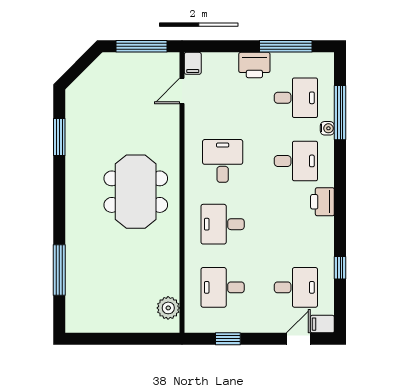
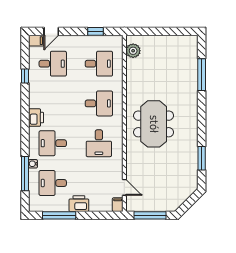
door: (182, 91) -> (124, 187), hinge flipped
desk: (296, 287) -> (53, 64), turned 180

